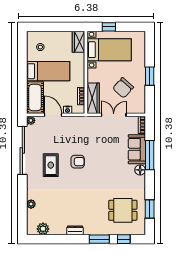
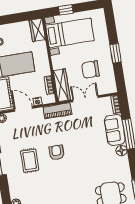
chair: (123, 88) -> (91, 70), turned 48
piano: (85, 122) -> (57, 111), added
armchair: (78, 162) -> (56, 152), turned -90

